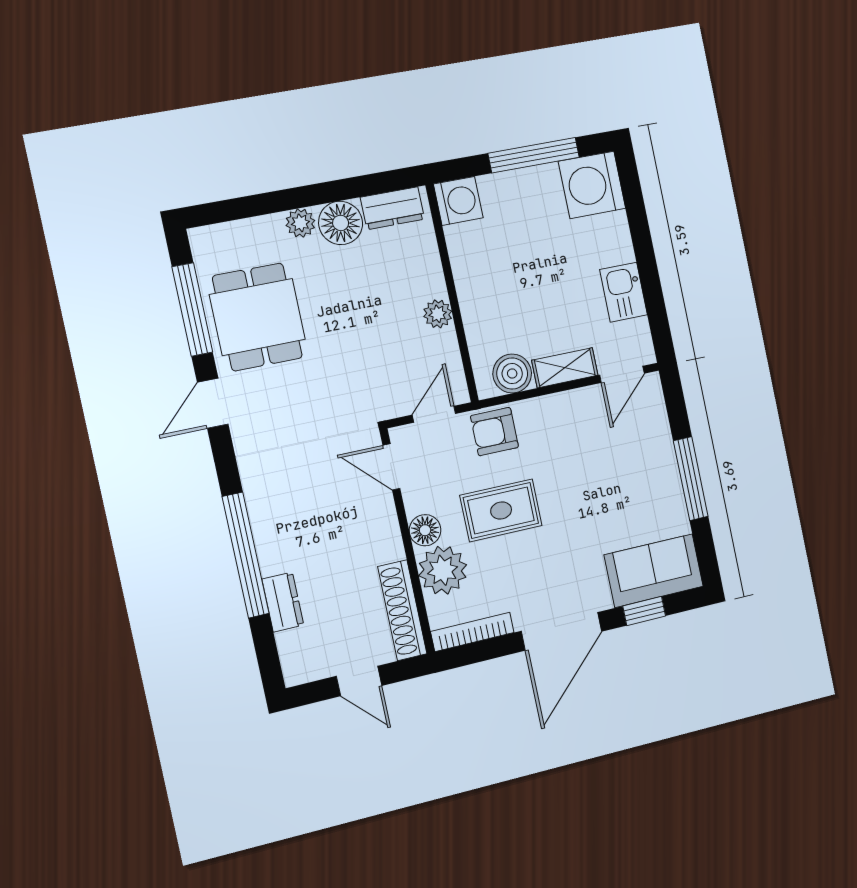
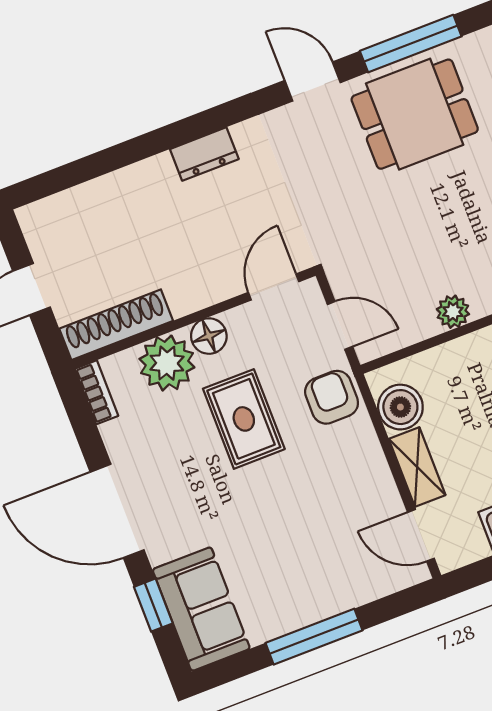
window: (246, 555) -> (153, 143), removed
dresser: (283, 602) -> (204, 154), moved
bookcase: (472, 632) -> (96, 392), width x0.64

